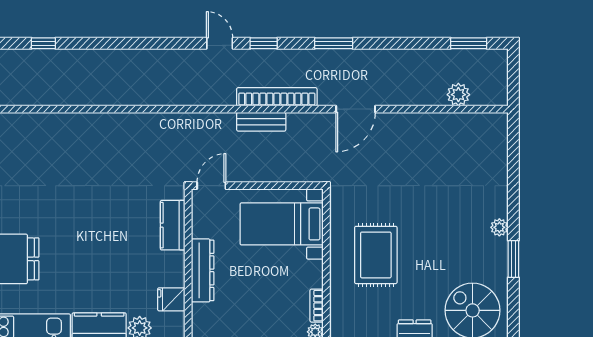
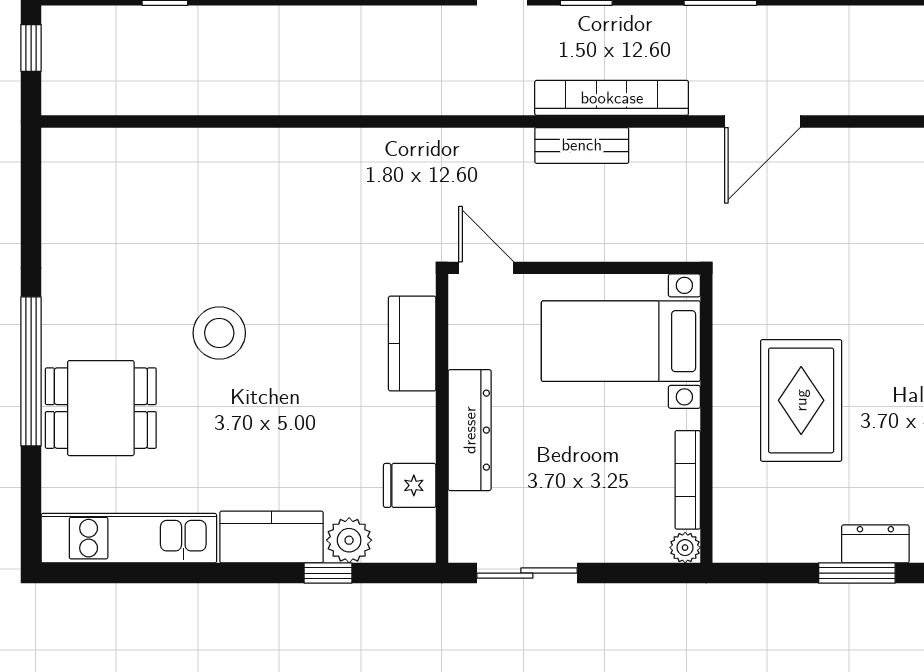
door: (211, 186) -> (486, 268), hinge flipped
stool: (72, 220) -> (219, 333), added
bookcase: (317, 306) -> (688, 480), width x1.56

